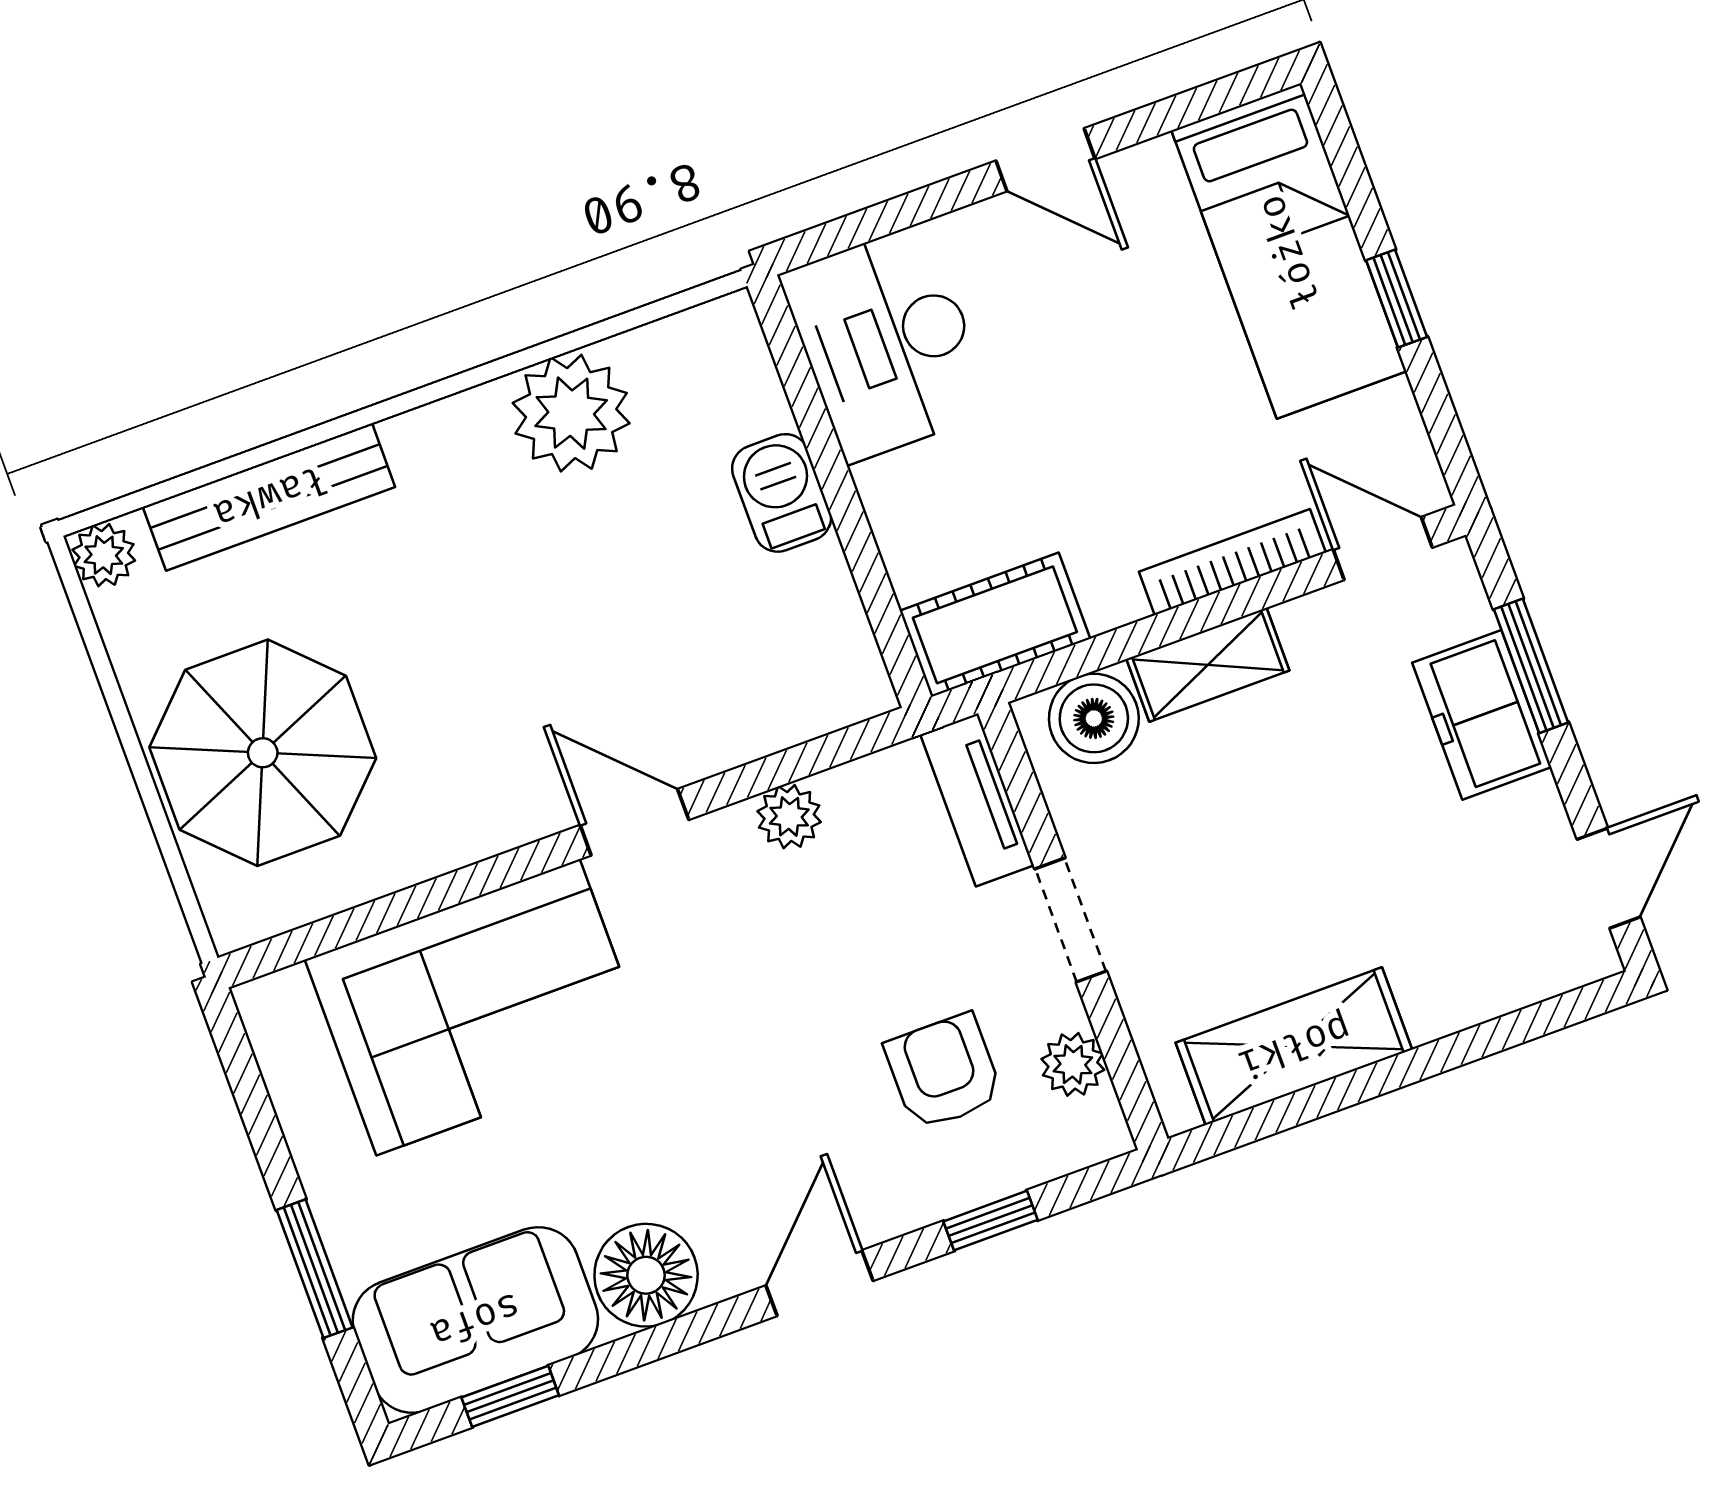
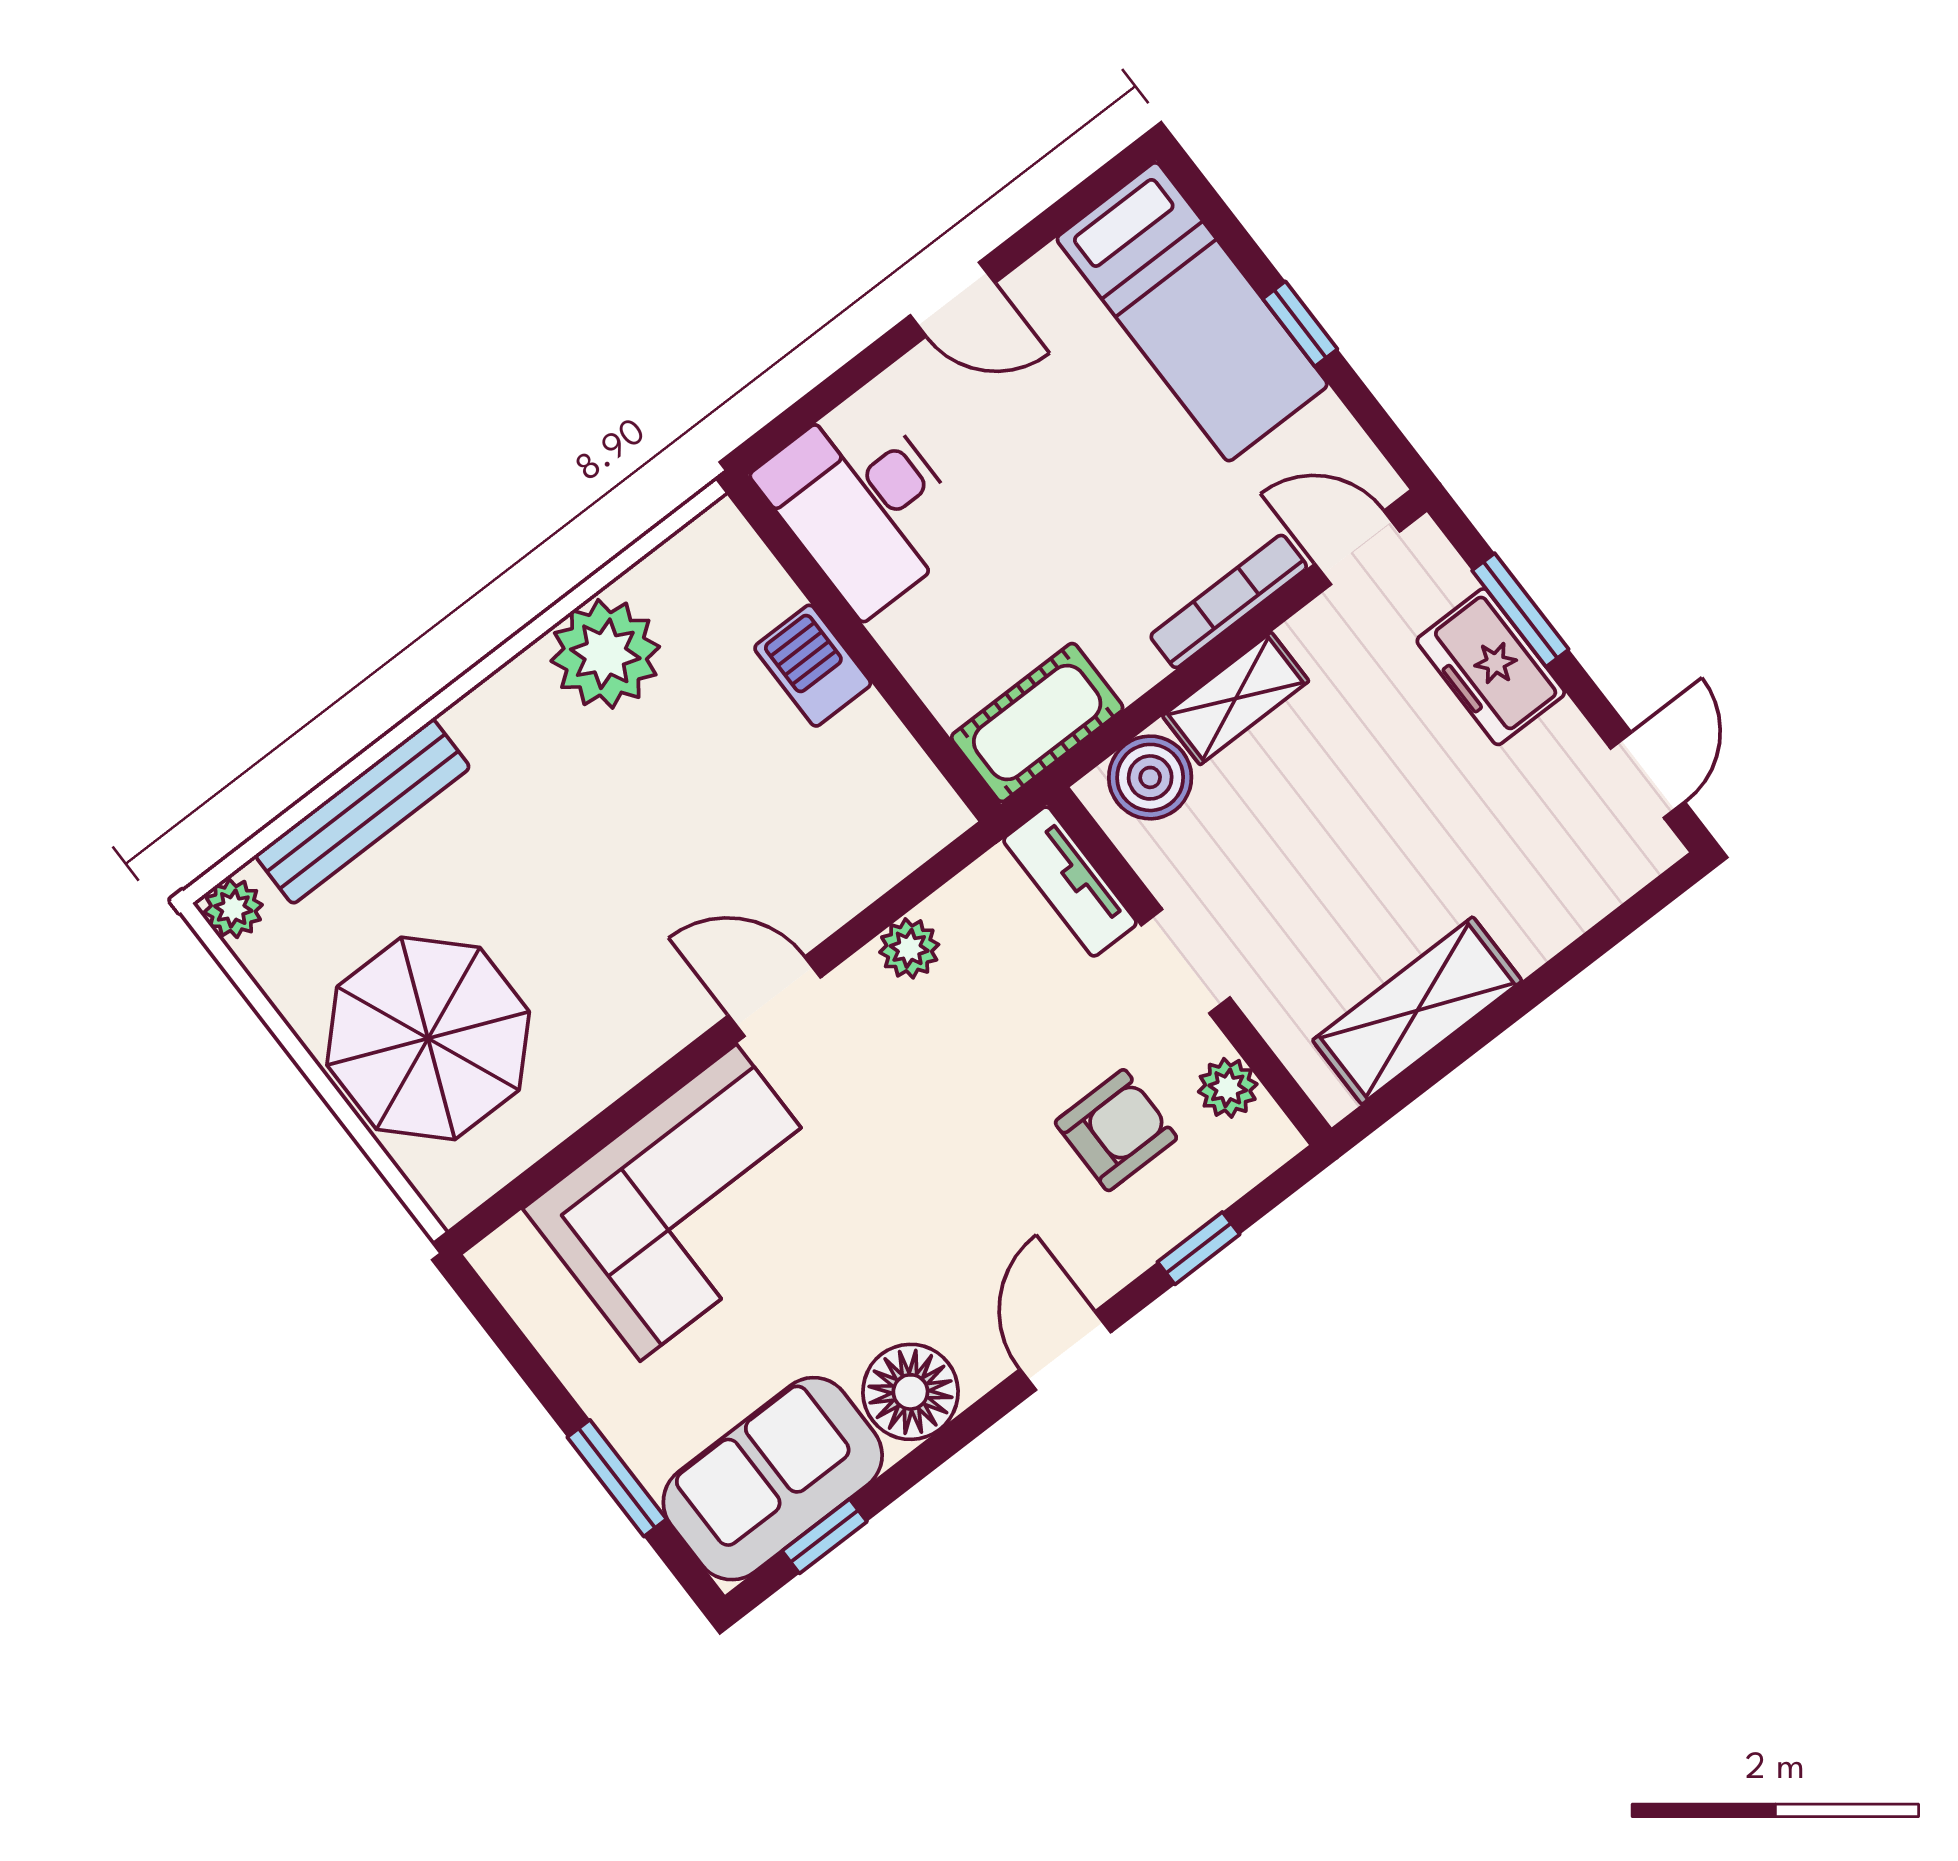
armchair: (944, 1072) -> (1116, 1130), turned 90

